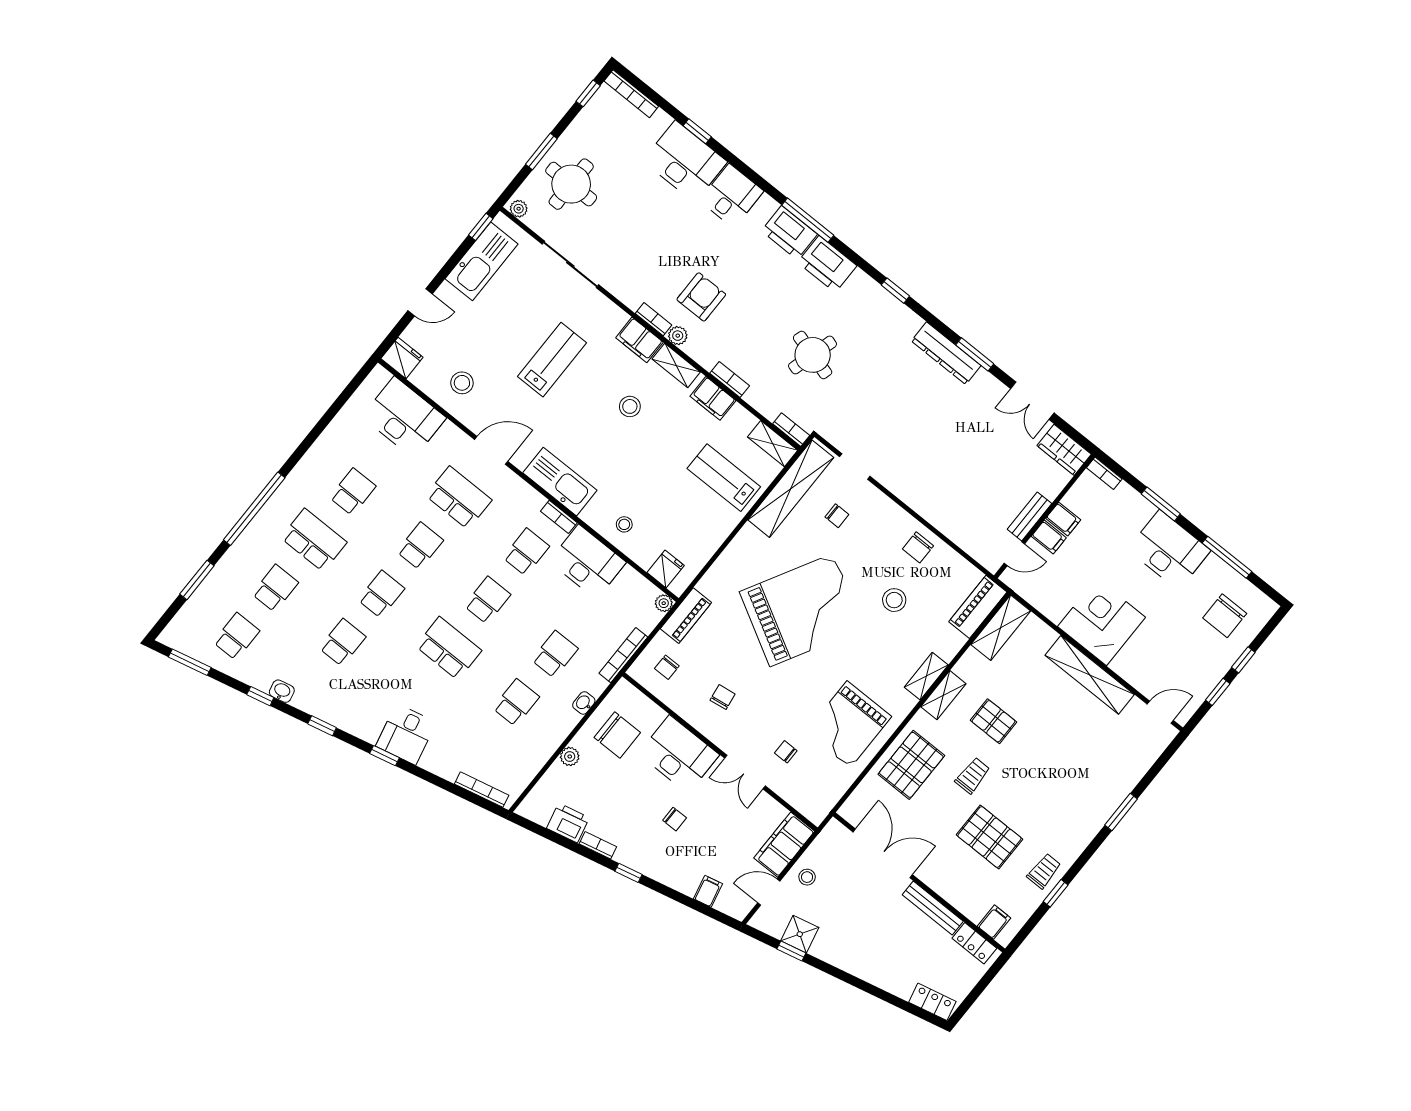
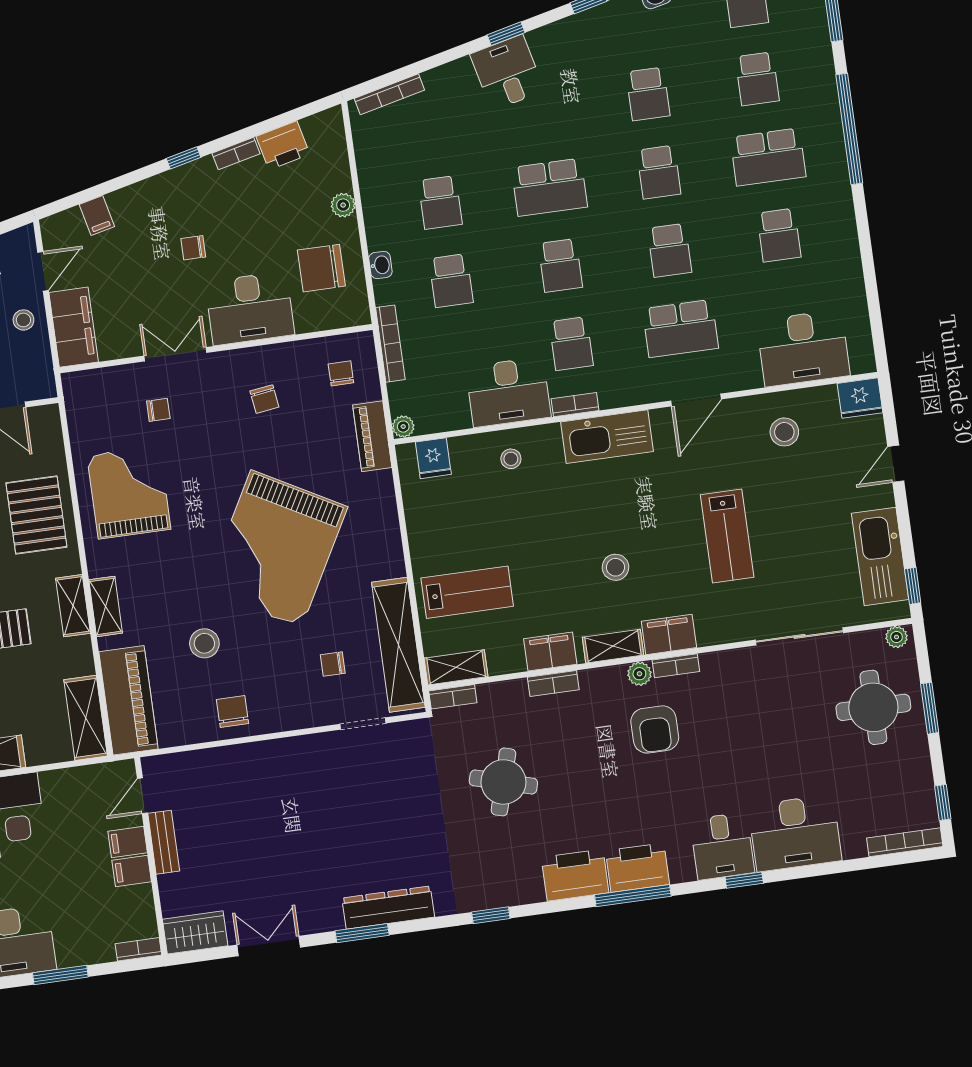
window: (697, 131) -> (744, 880), moved
piano: (978, 607) -> (128, 700), width x1.37, depth x1.33

